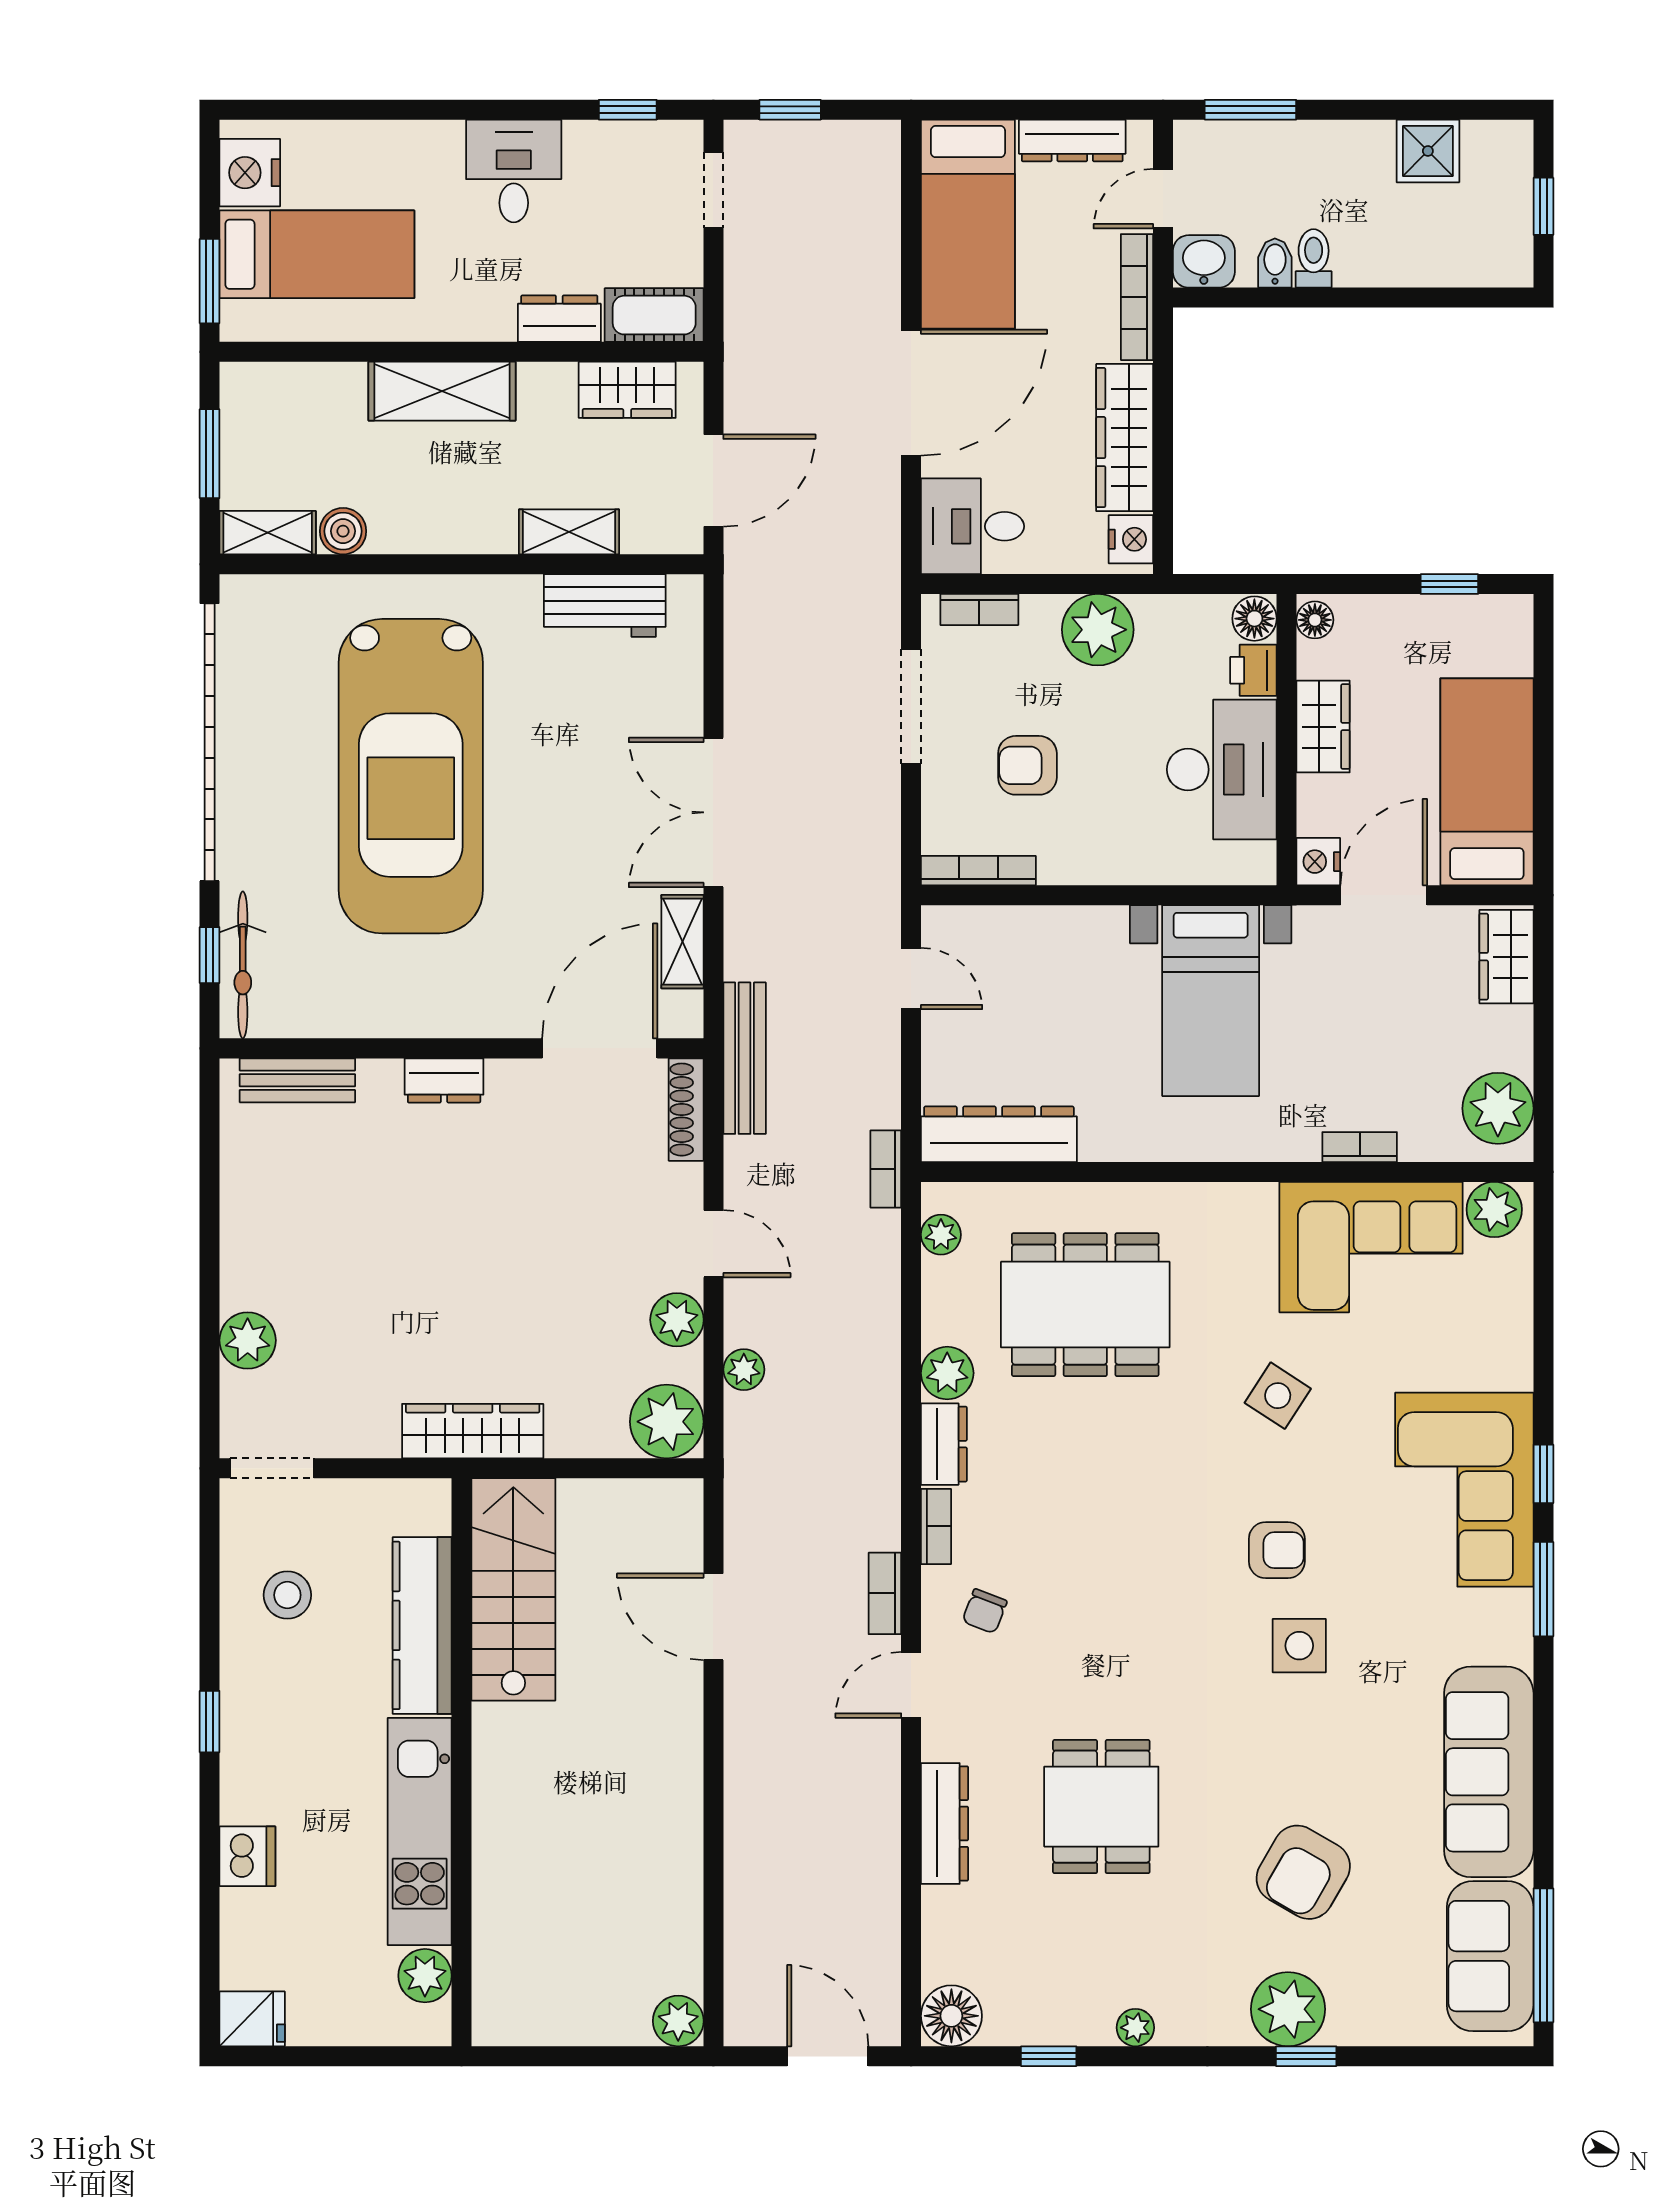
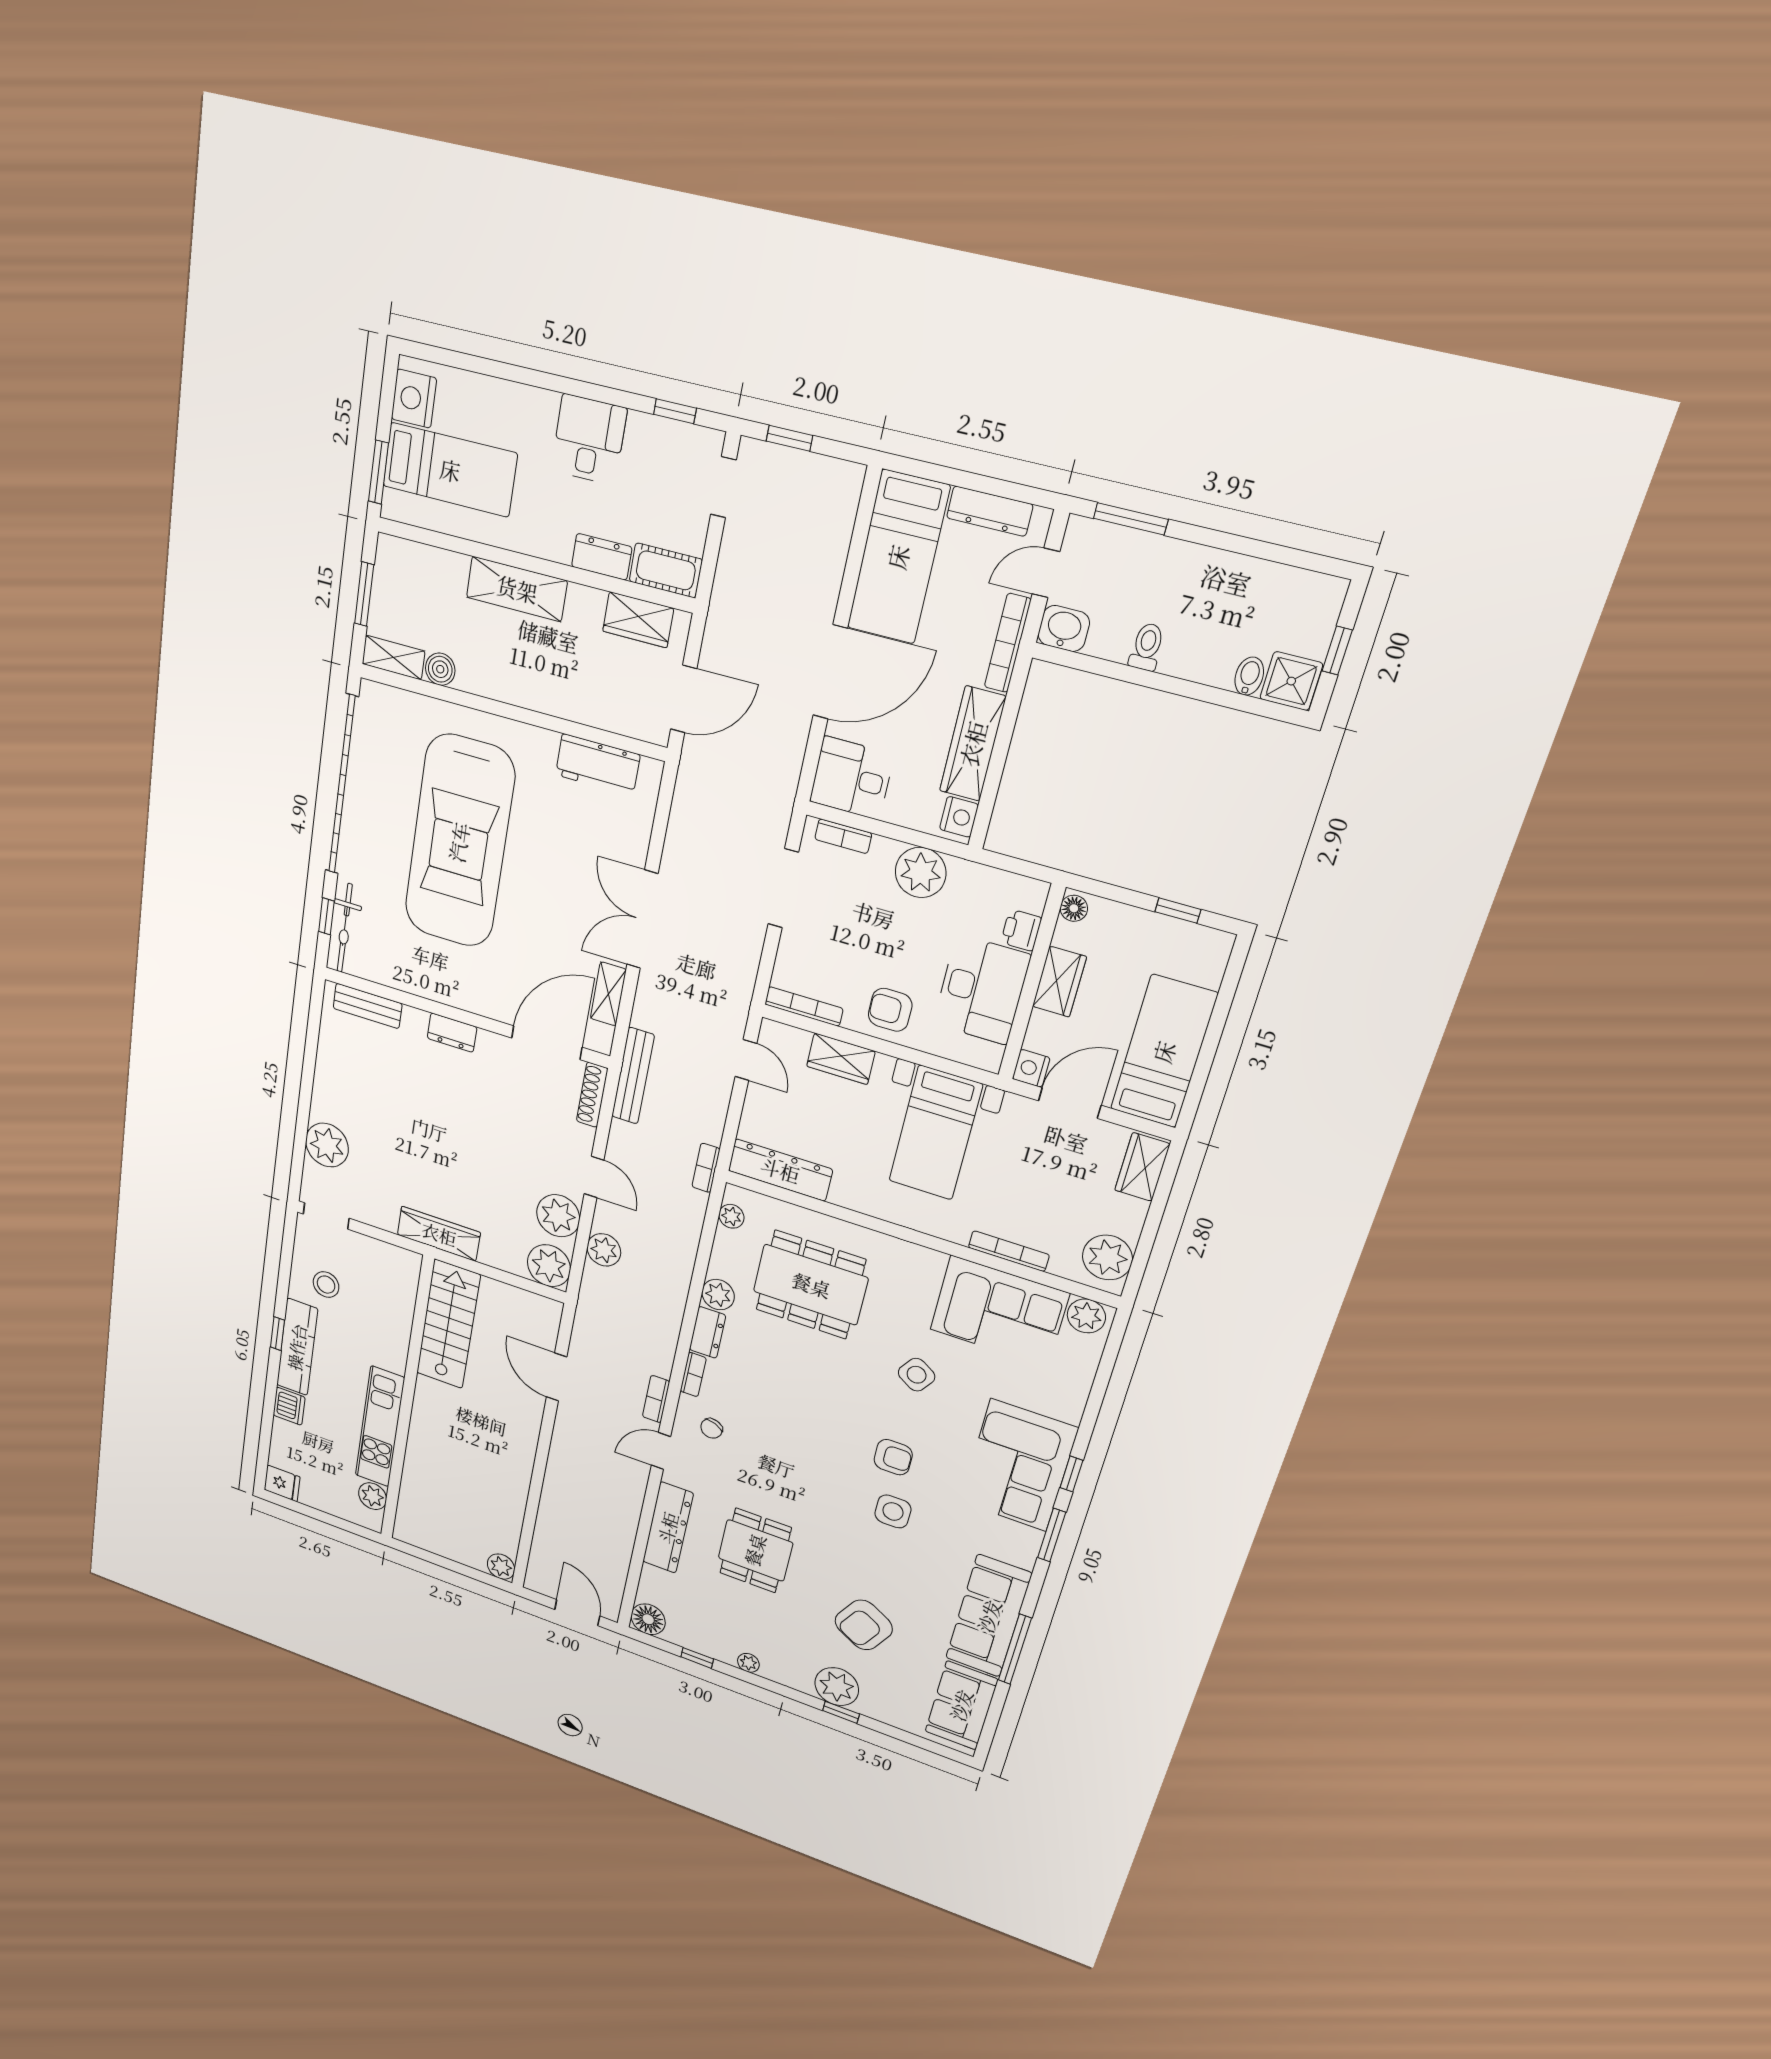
shower: (1428, 151) -> (1291, 681), moved
bidet: (1275, 263) -> (1249, 676), moved
shelving: (569, 532) -> (583, 709), removed
floor lamp: (1254, 619) -> (1031, 895), removed
armchair: (1027, 765) -> (890, 1010), moved
wardrobe: (1049, 932) -> (841, 1059), added
bookcase: (1360, 1147) -> (1009, 1251), width x1.56
plant: (677, 1320) -> (558, 1216), width x1.36, depth x1.36
plant: (248, 1340) -> (327, 1145), width x1.36, depth x1.36
plant: (744, 1370) -> (604, 1250), width x1.38, depth x1.38
kitchen counter: (422, 1625) -> (297, 1347), moved, turned 180
dresser: (945, 1823) -> (668, 1528), width x1.37, depth x1.24
window: (1543, 1955) -> (1015, 1649), moved

